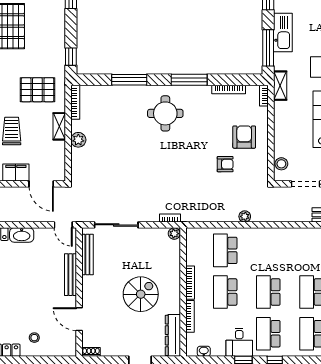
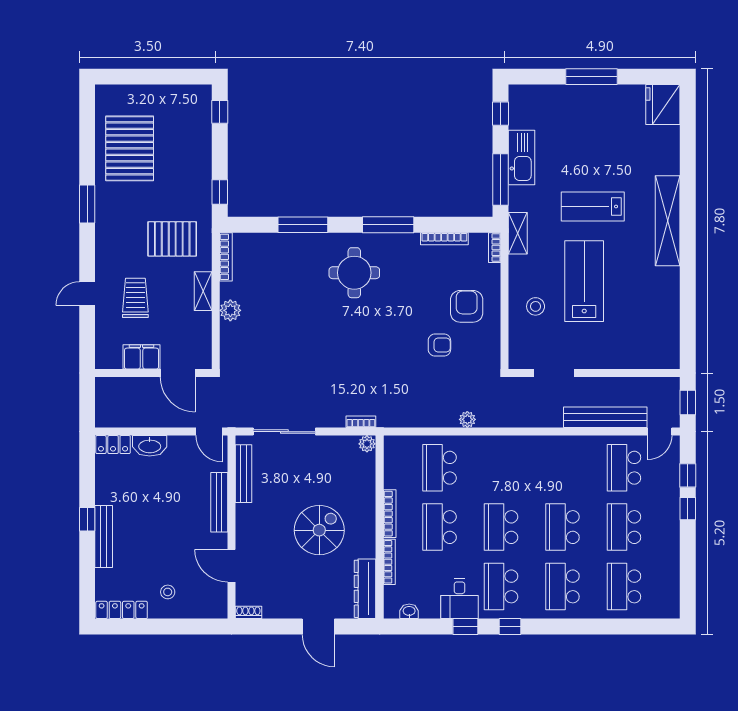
stool: (281, 164) -> (536, 306), moved

